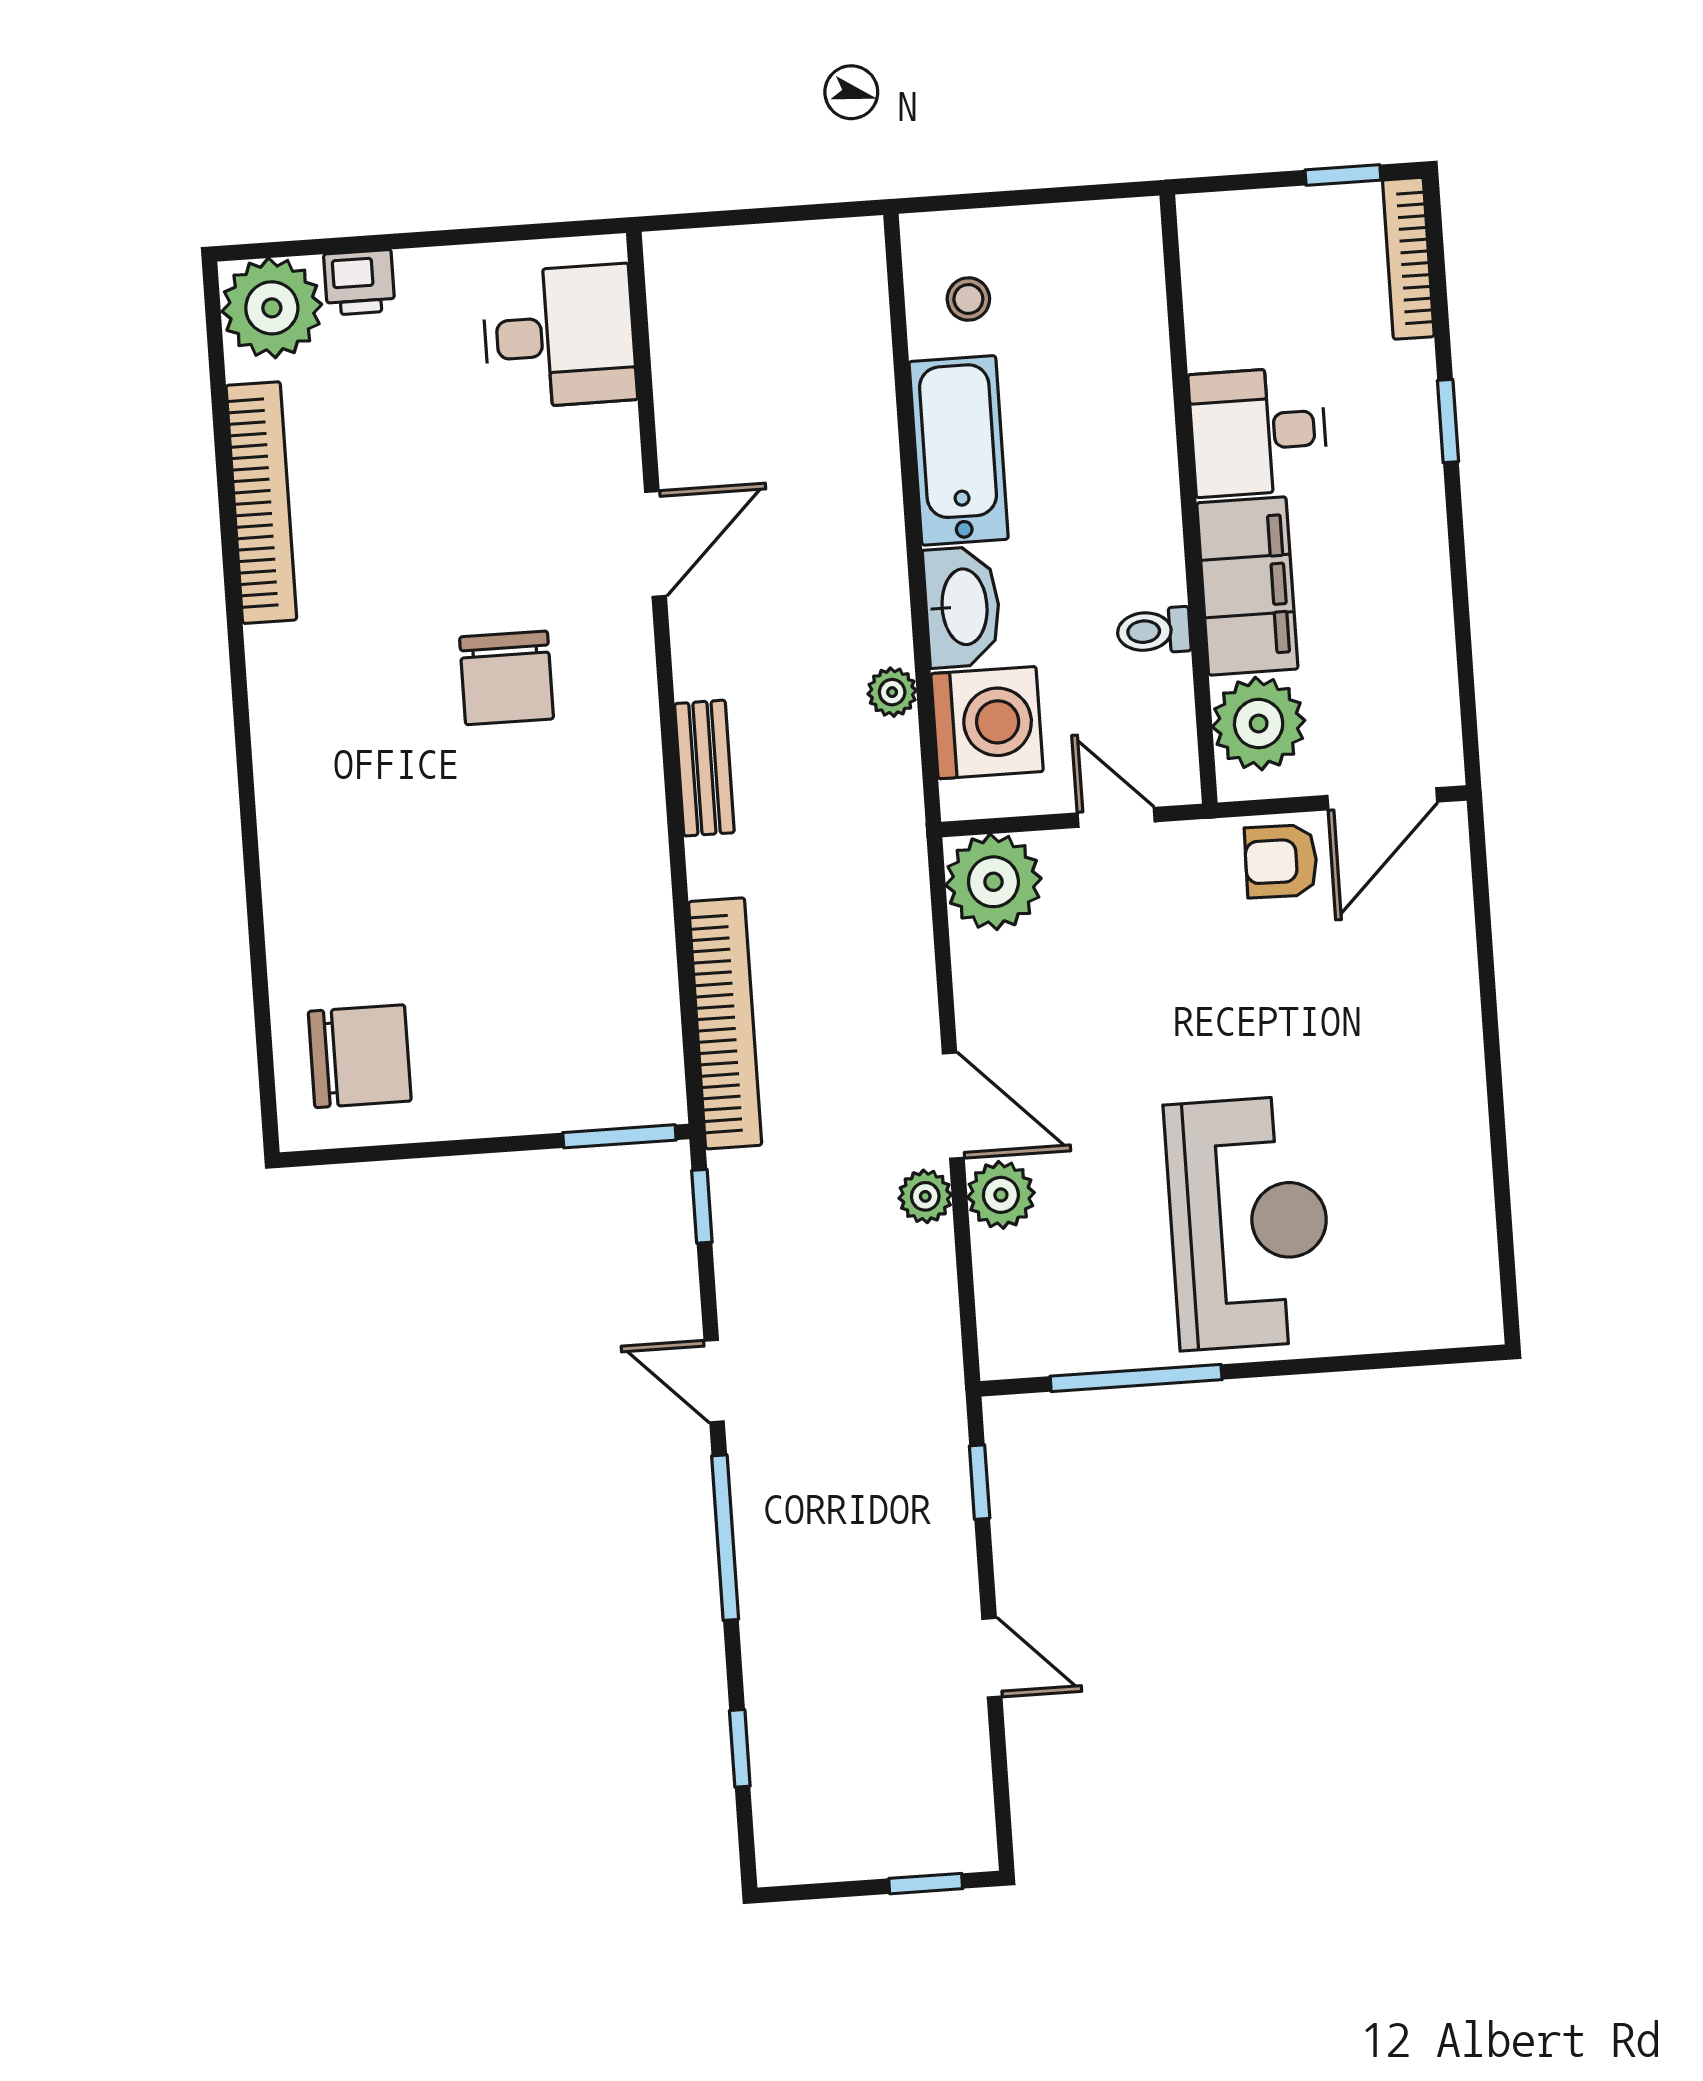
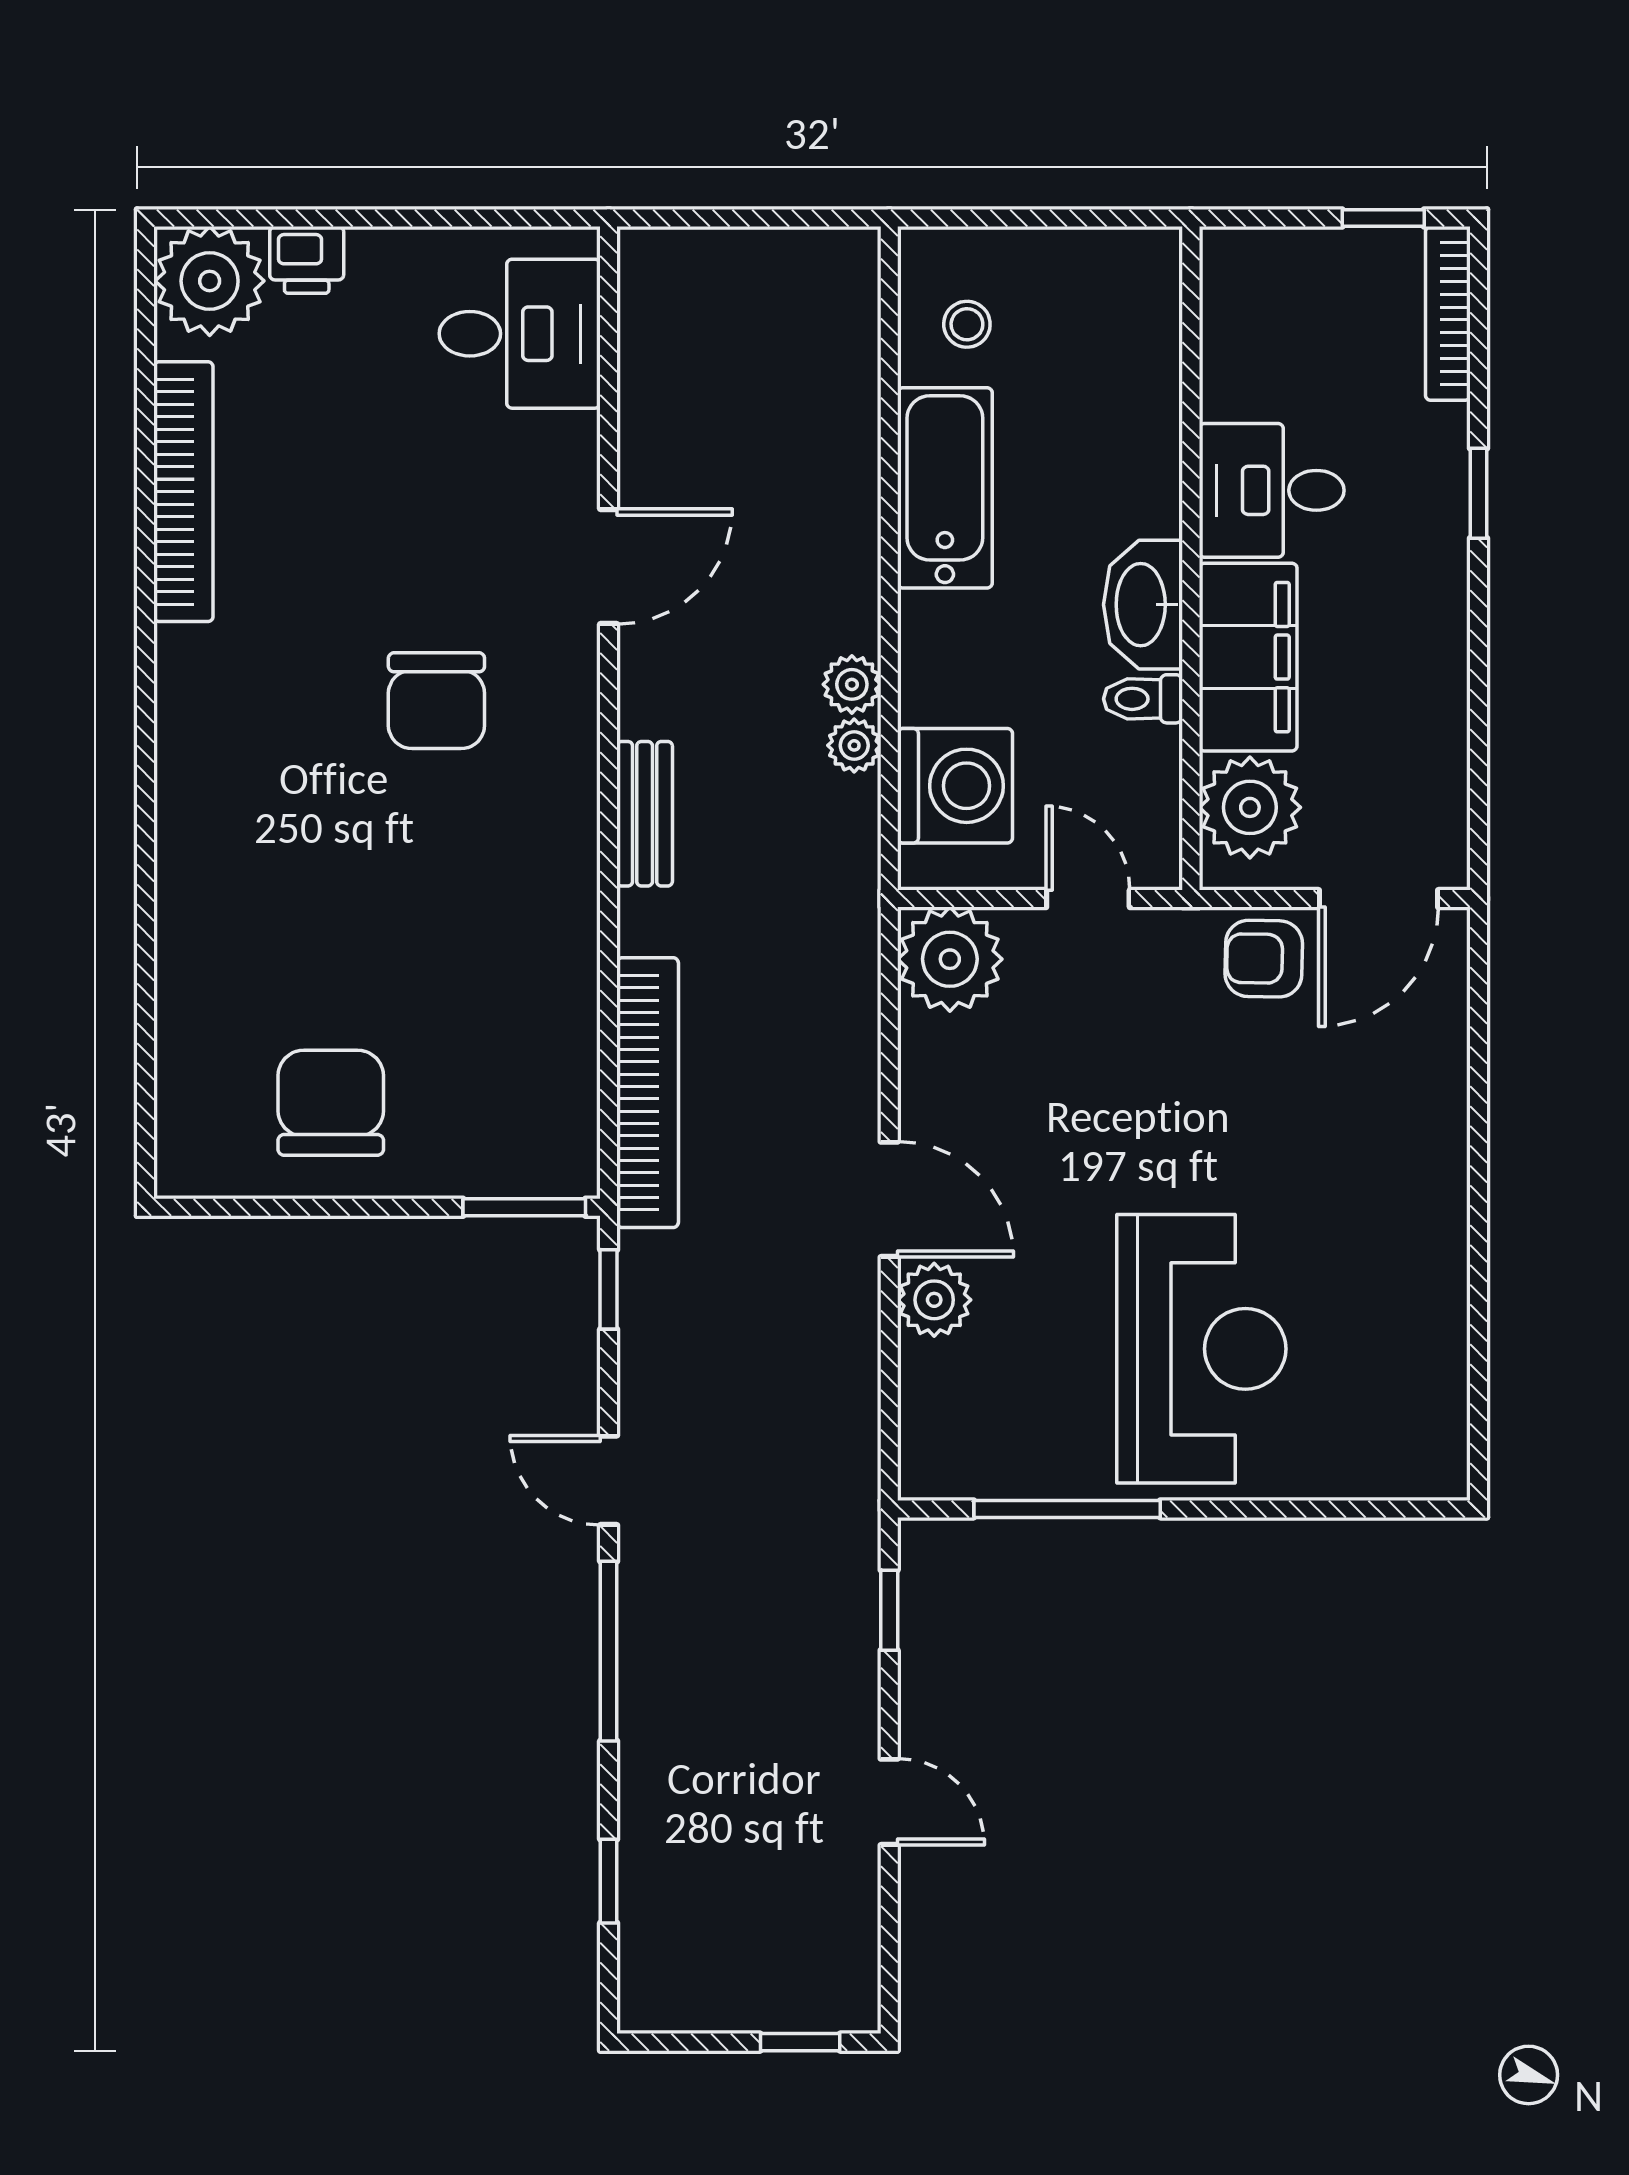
washbasin: (962, 607) -> (1143, 605), moved, turned 180
chair: (360, 1056) -> (331, 1103), moved, turned -90
plant: (925, 1196) -> (852, 684), moved

